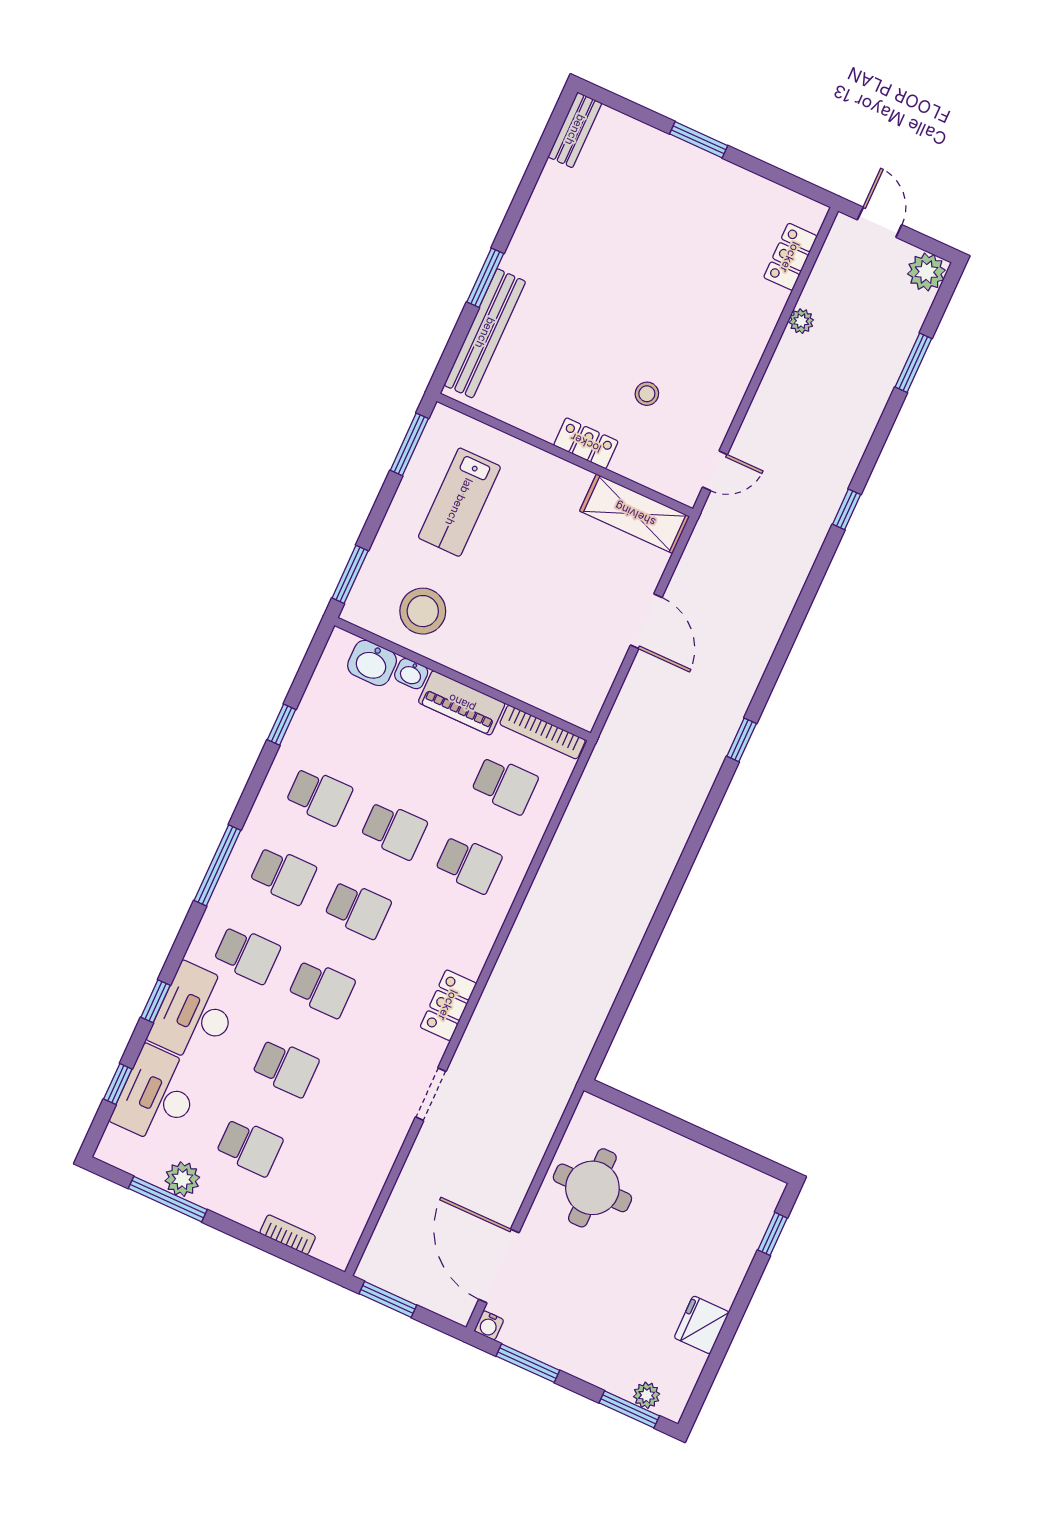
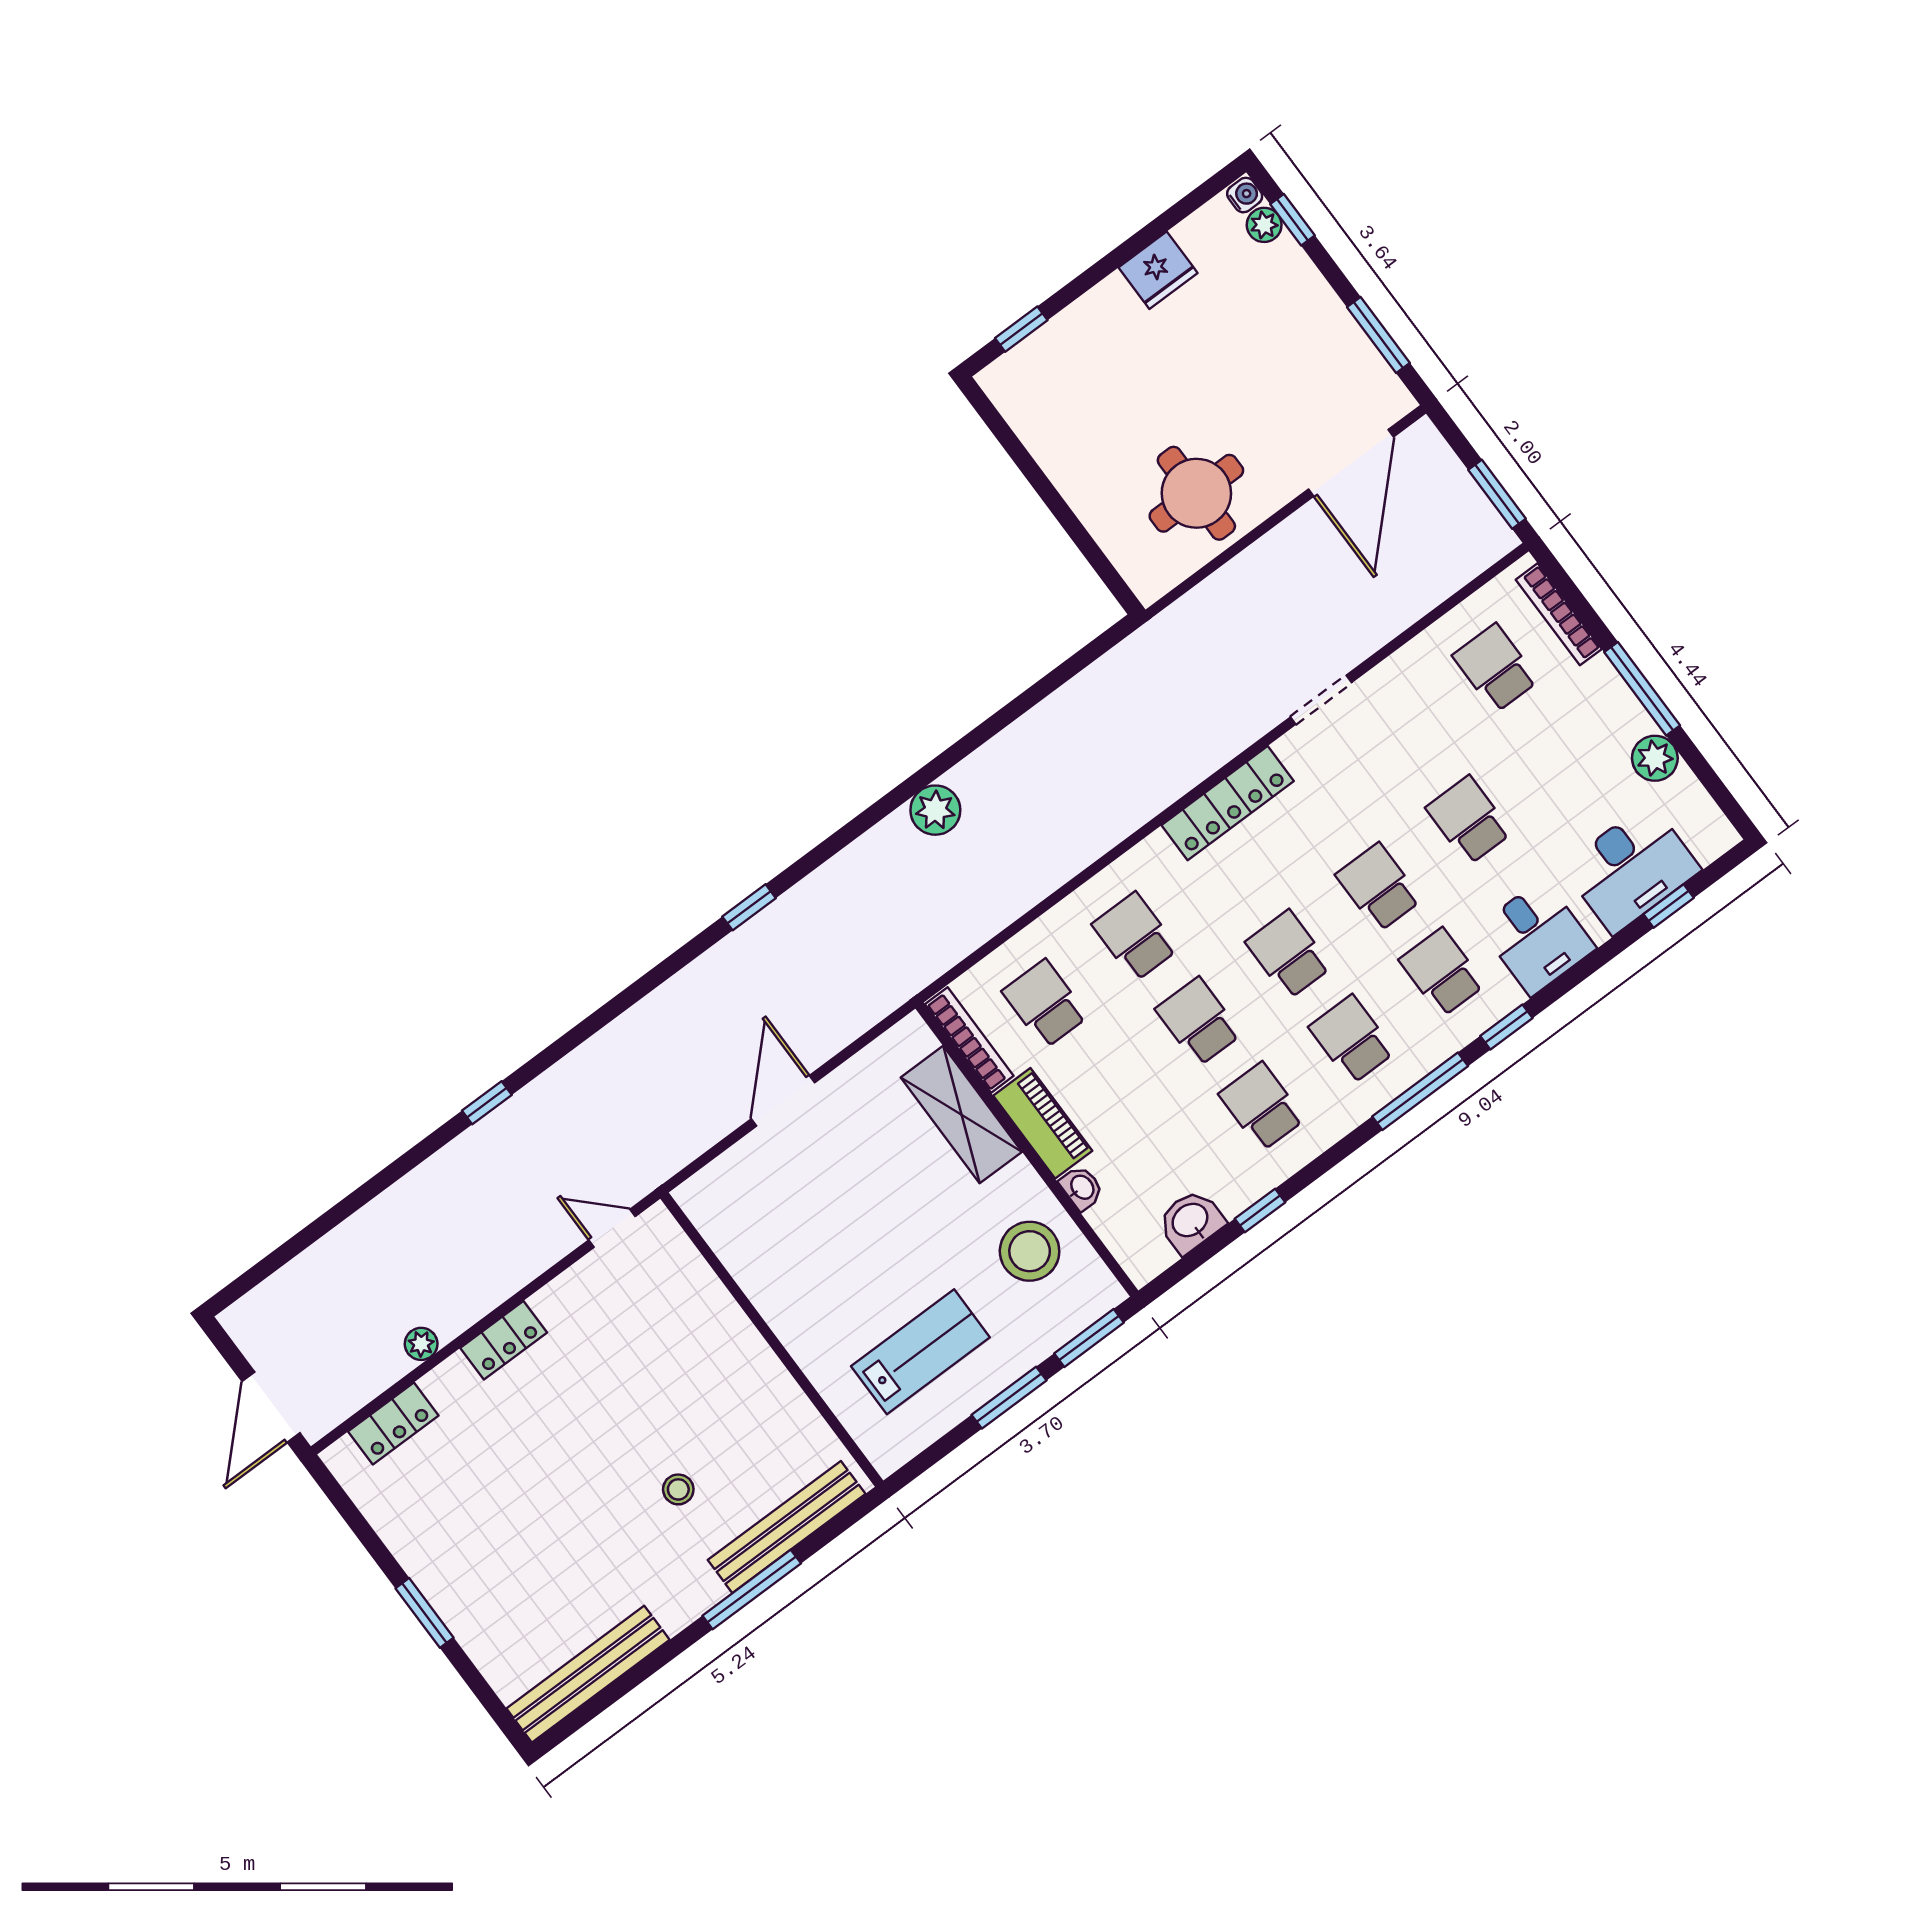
bench: (575, 130) -> (588, 1674), width x1.86, depth x1.21
door: (880, 222) -> (271, 1407), width x1.38
plant: (926, 272) -> (935, 810), moved
window: (485, 278) -> (752, 1589), width x1.44
window: (913, 363) -> (320, 1227), removed
stool: (647, 394) -> (678, 1489), moved
locker: (586, 443) -> (504, 1340), moved, turned -90
window: (409, 444) -> (1009, 1398), moved
shelving: (635, 514) -> (961, 1115), moved
washbasin: (372, 663) -> (1191, 1221), moved, turned -90
window: (156, 1001) -> (1506, 1027), moved
locker: (448, 1005) -> (1228, 803), width x1.53
desk: (195, 1014) -> (1537, 937), width x0.73
school desk: (249, 1147) -> (1496, 668), moved
window: (168, 1199) -> (1642, 689), moved
bookcase: (288, 1235) -> (1559, 614), width x1.56
water cooler: (489, 1325) -> (1245, 195), moved
window: (629, 1409) -> (1292, 220), width x0.67

